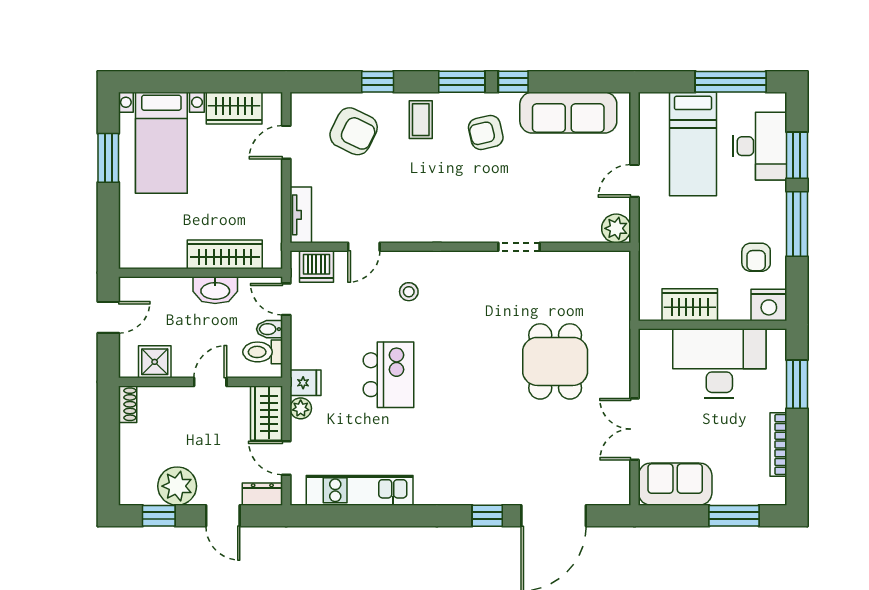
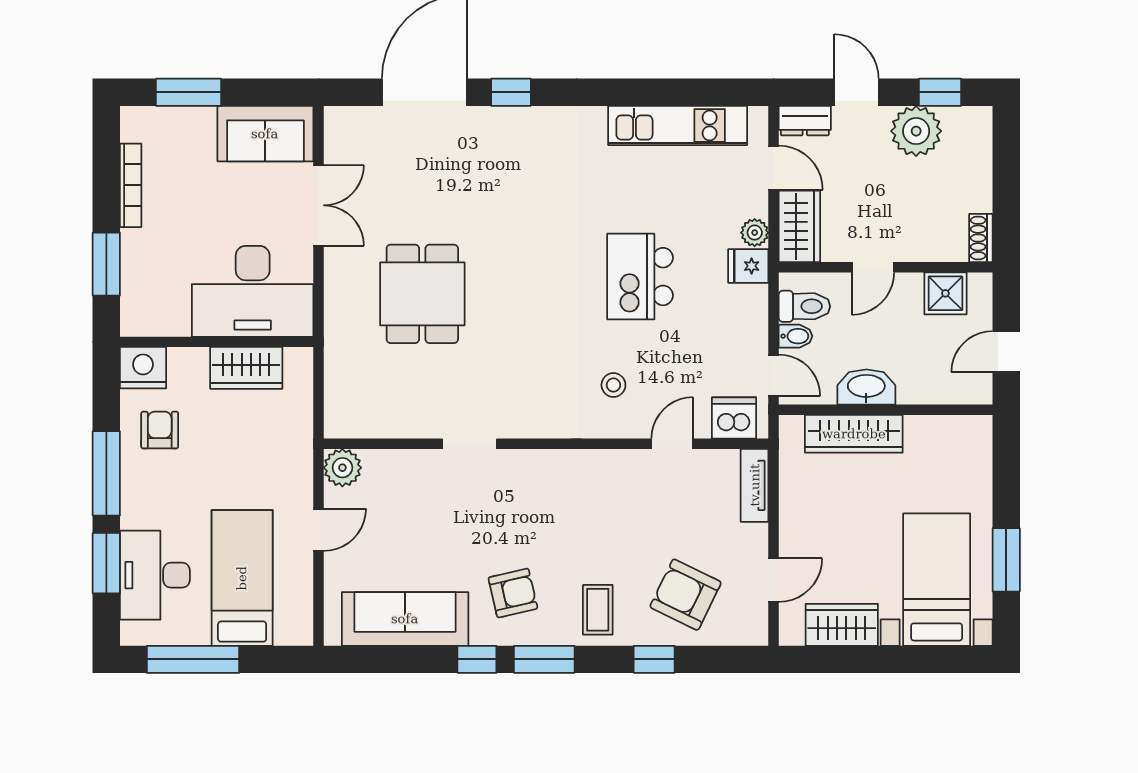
desk: (719, 363) -> (253, 291), moved

